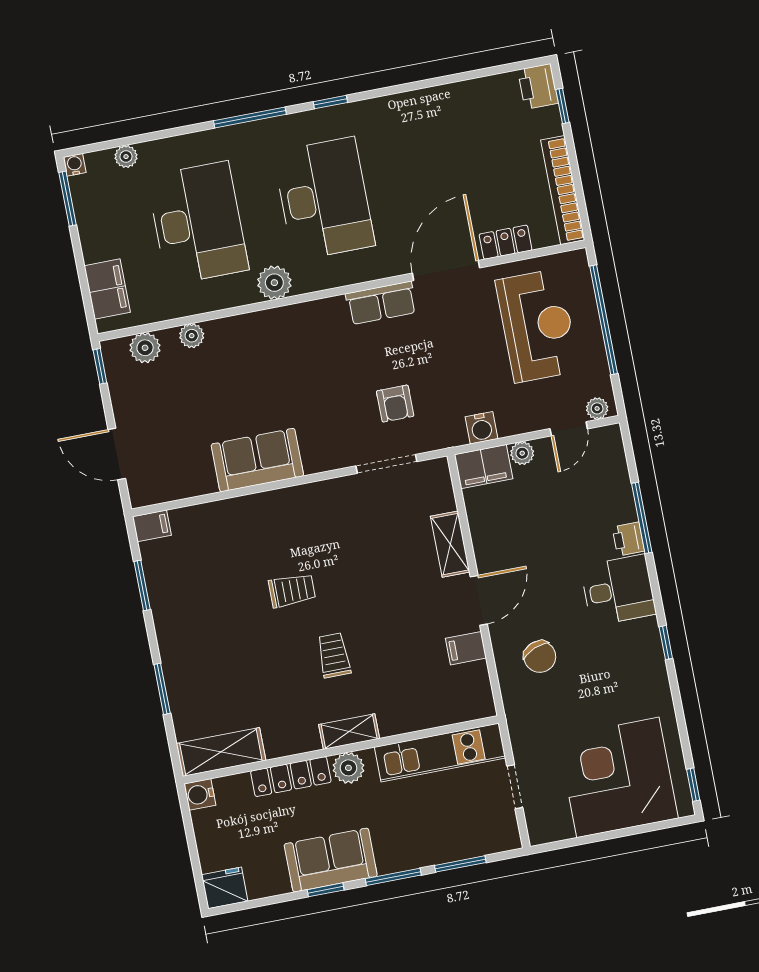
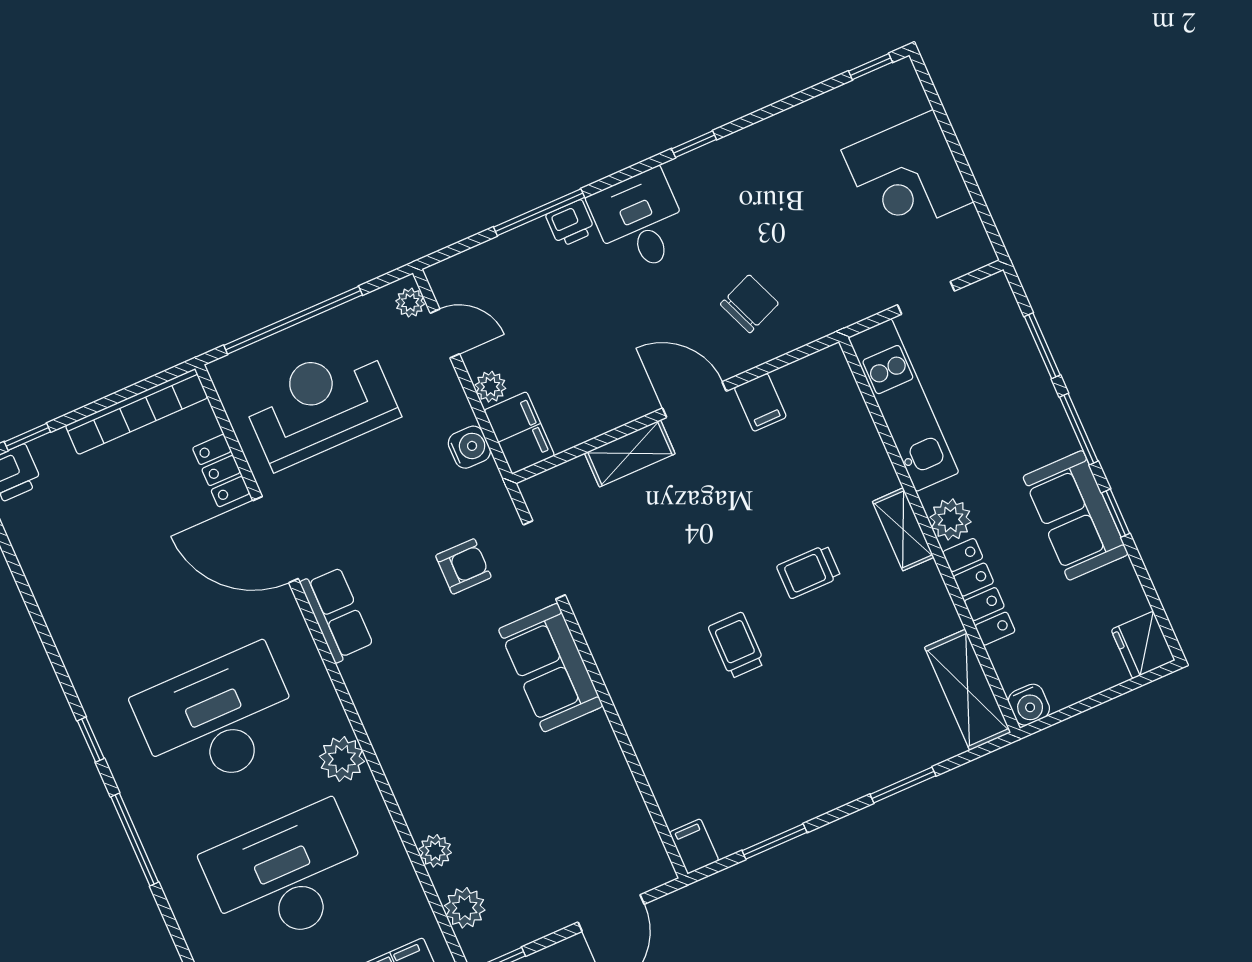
sofa: (257, 460) -> (551, 668), moved
corner desk: (618, 777) -> (907, 176), width x0.74, depth x0.74

